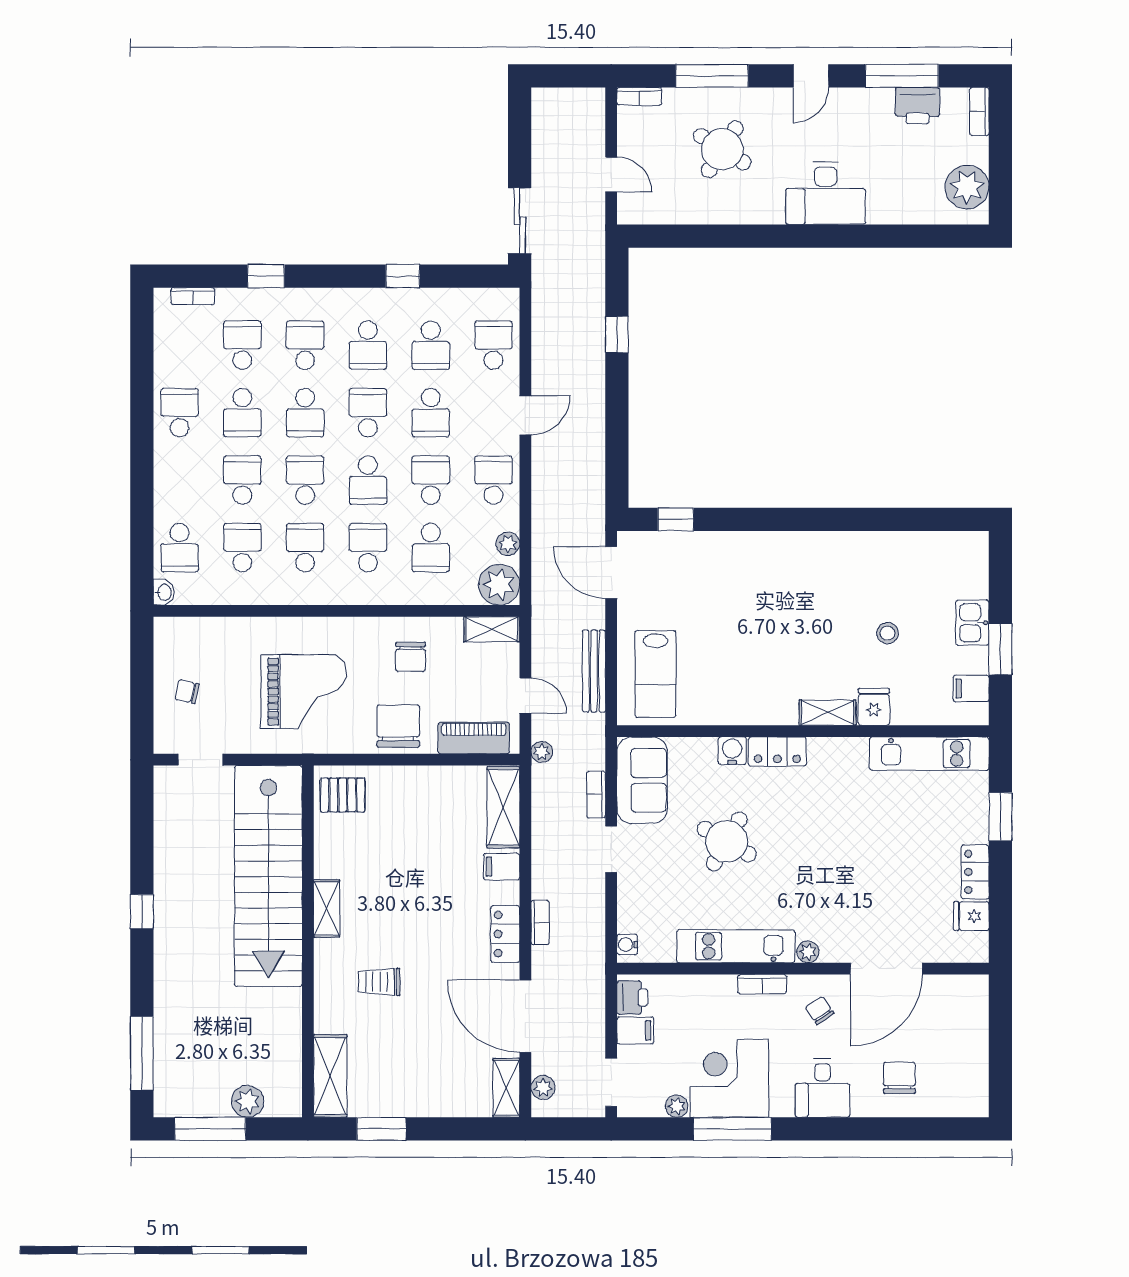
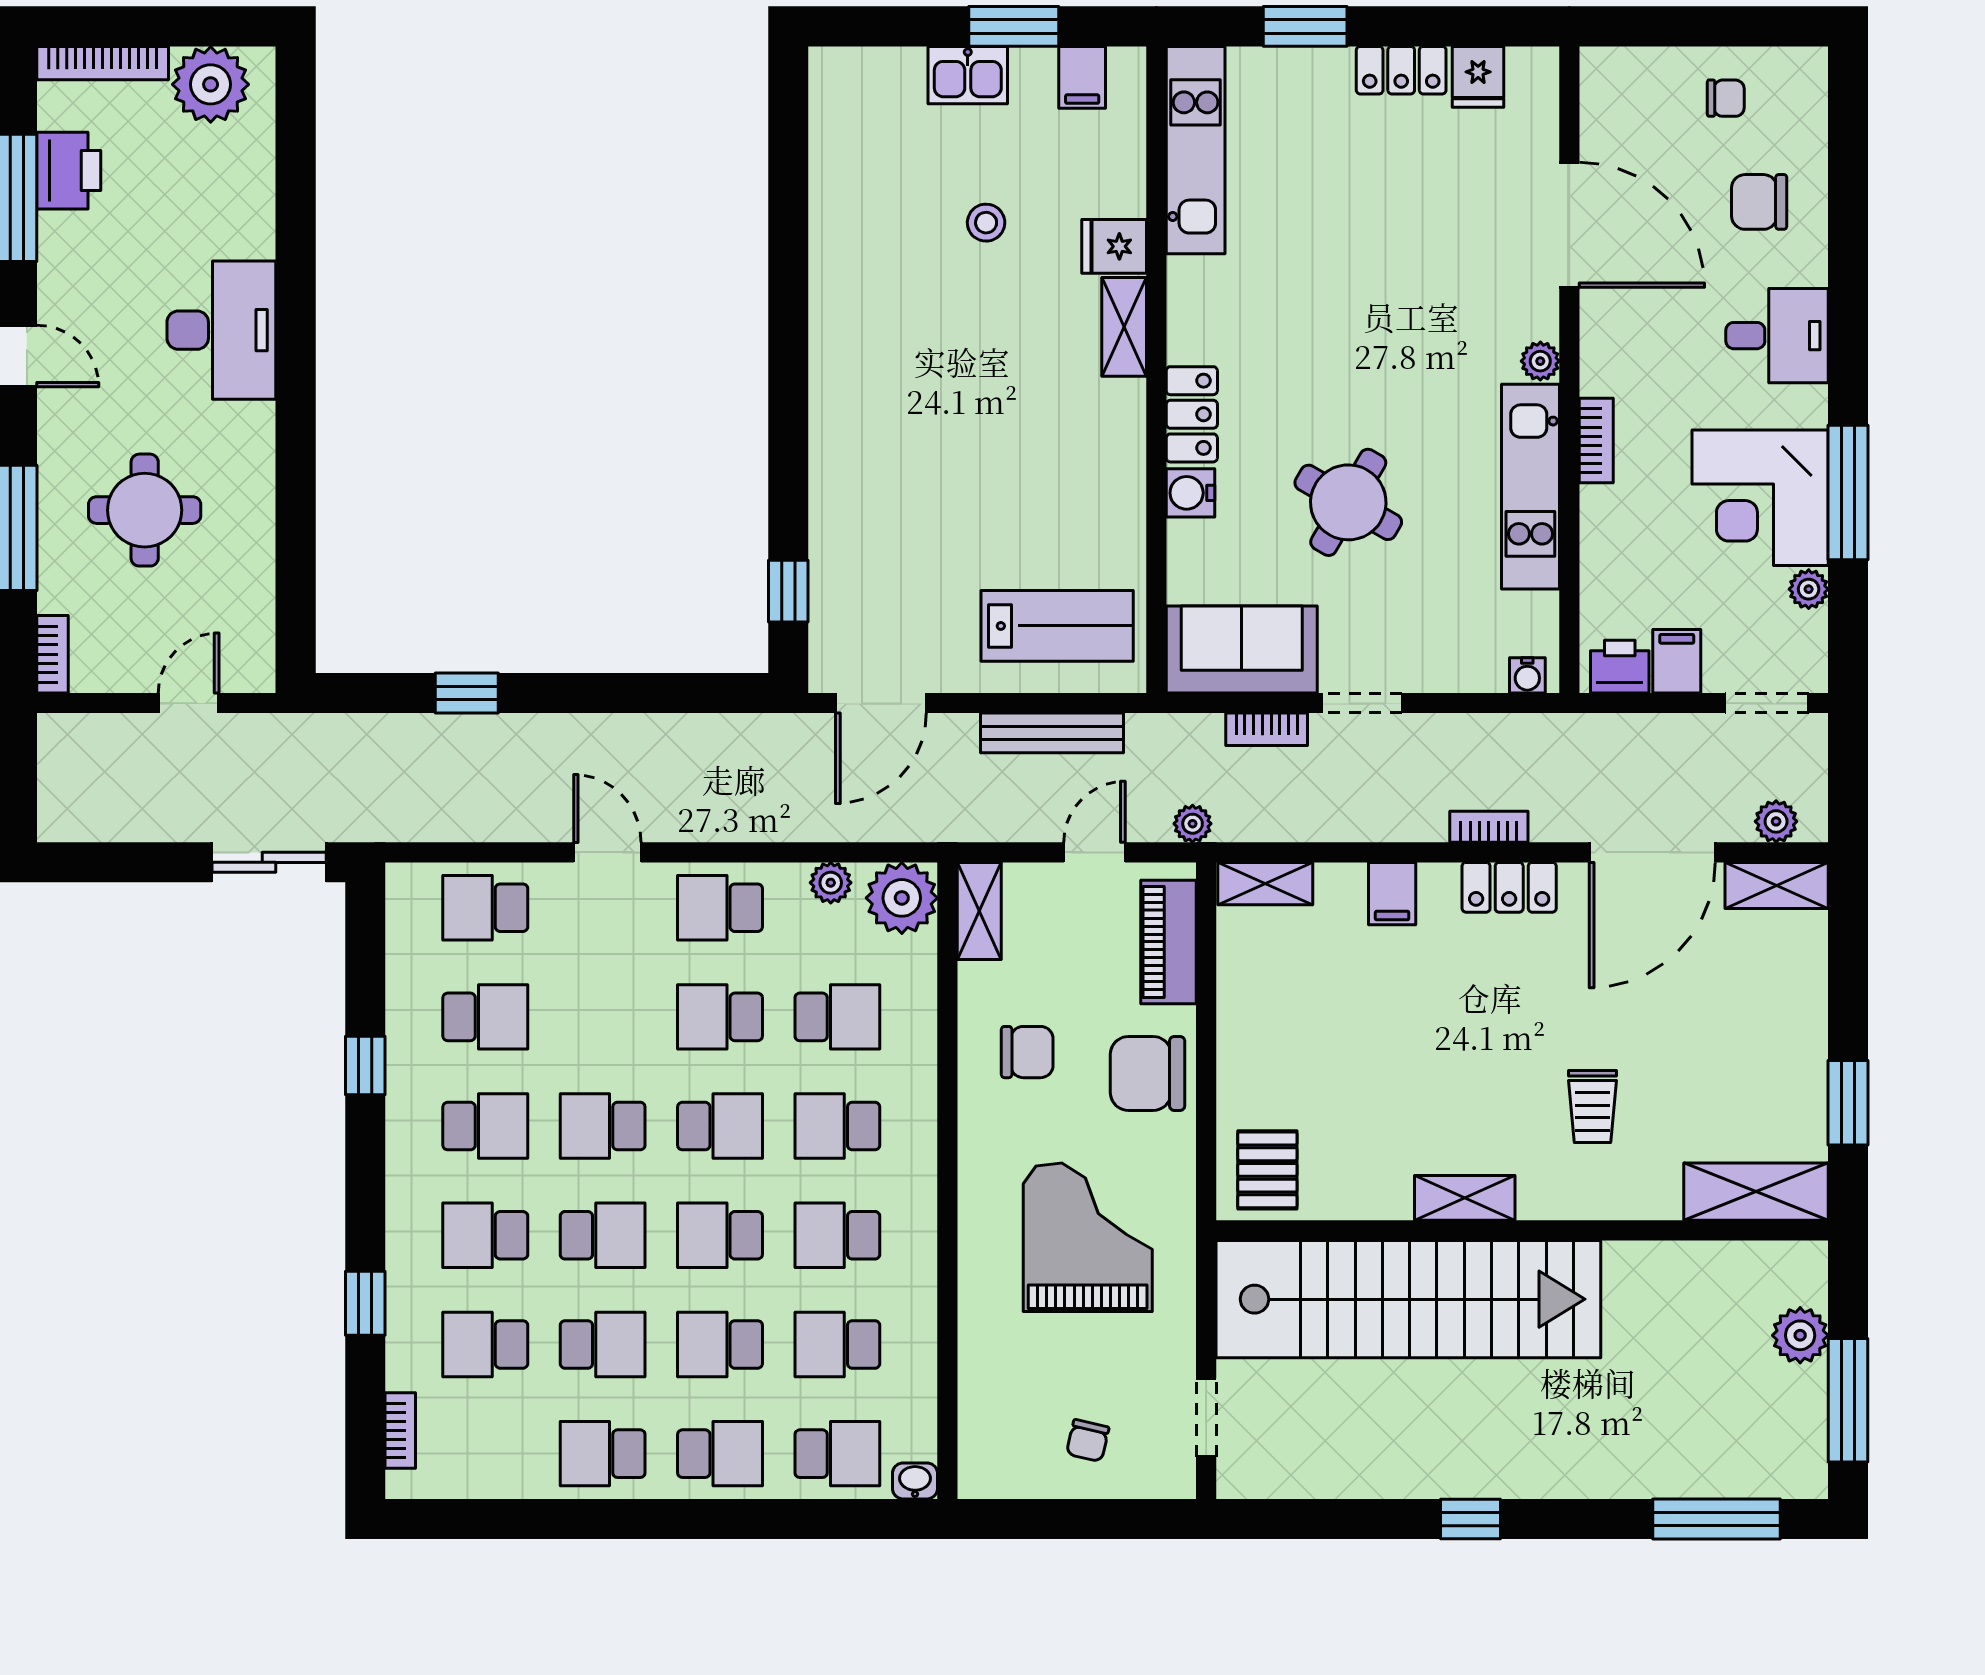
bookcase: (979, 111) -> (103, 63), width x1.56
round table: (722, 149) -> (145, 510), turned -32
school desk: (431, 413) -> (720, 1454), moved
shelving: (503, 807) -> (1265, 884), width x0.67, depth x0.75
chair: (820, 1010) -> (1726, 98), moved, turned -146

